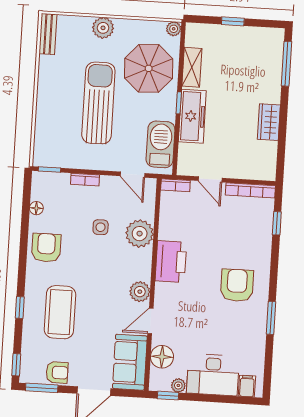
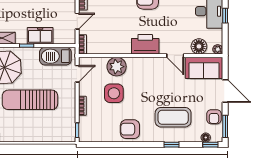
freezer: (192, 116) -> (40, 36), width x0.71
floor lamp: (36, 208) -> (206, 138), moved
side table: (101, 227) -> (114, 93), width x1.87, depth x1.87
printer: (171, 262) -> (145, 44), moved
plant: (140, 292) -> (156, 64), removed
armchair: (57, 372) -> (214, 117), turned 180
plant: (178, 385) -> (218, 49), moved
window: (168, 396) -> (225, 16), moved

